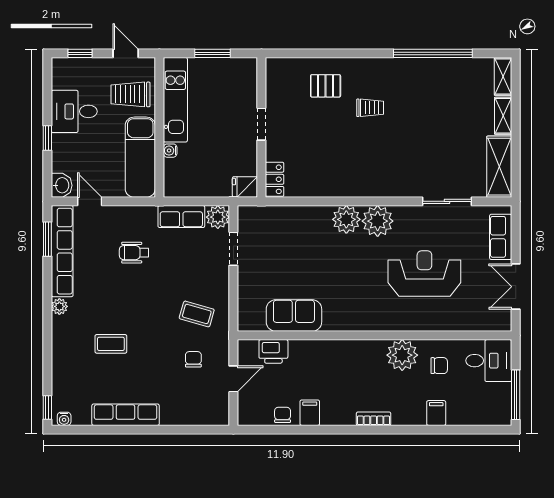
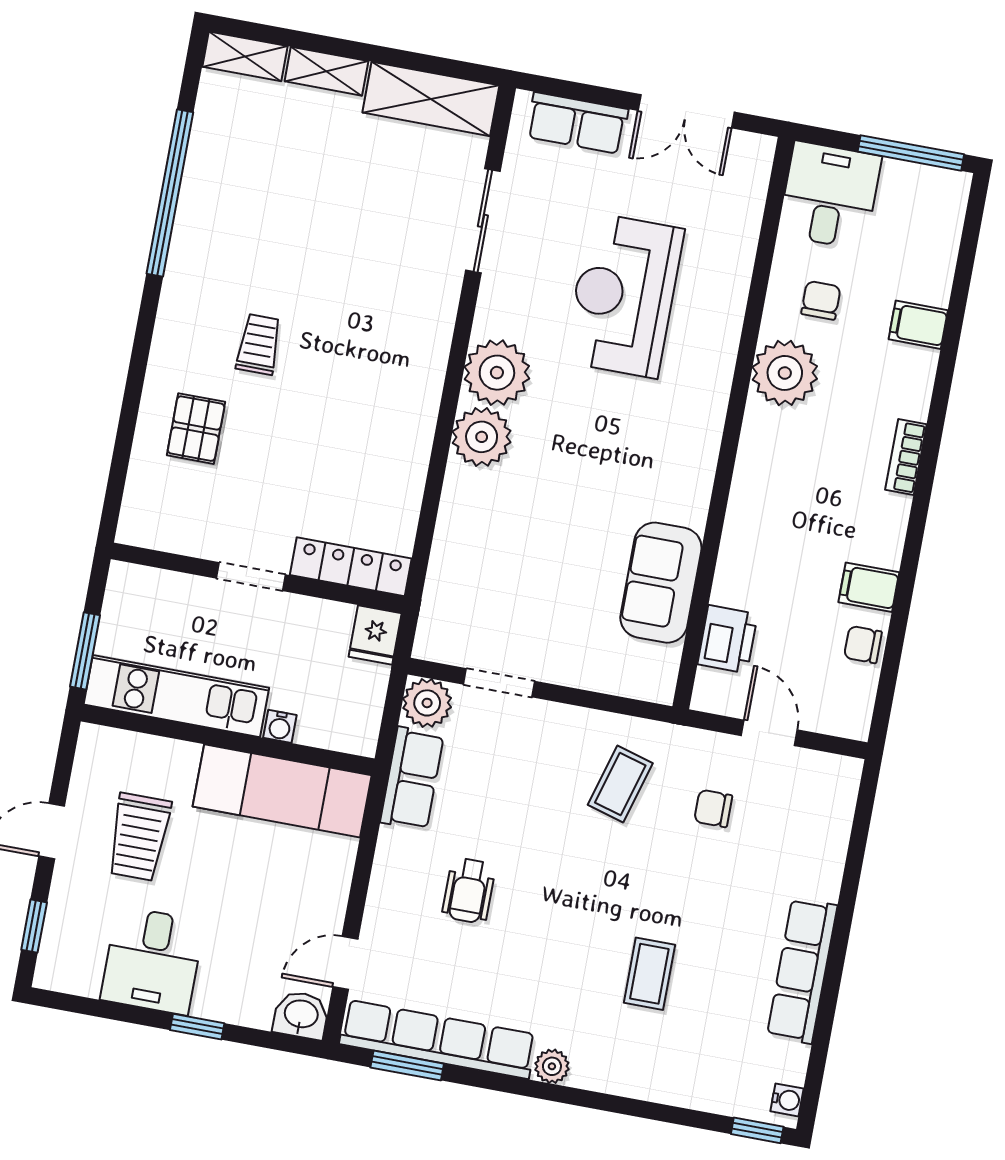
kitchen unit: (175, 100) -> (176, 696), moved
wall: (159, 127) -> (228, 740), moved
water cooler: (170, 151) -> (280, 726), moved
exam couch: (140, 157) -> (282, 791), moved
locker: (275, 179) -> (351, 567), width x1.53

